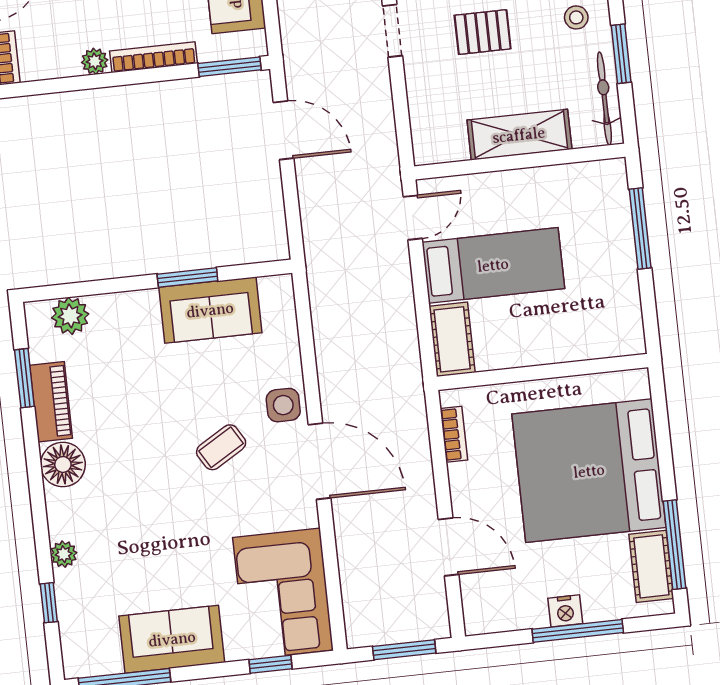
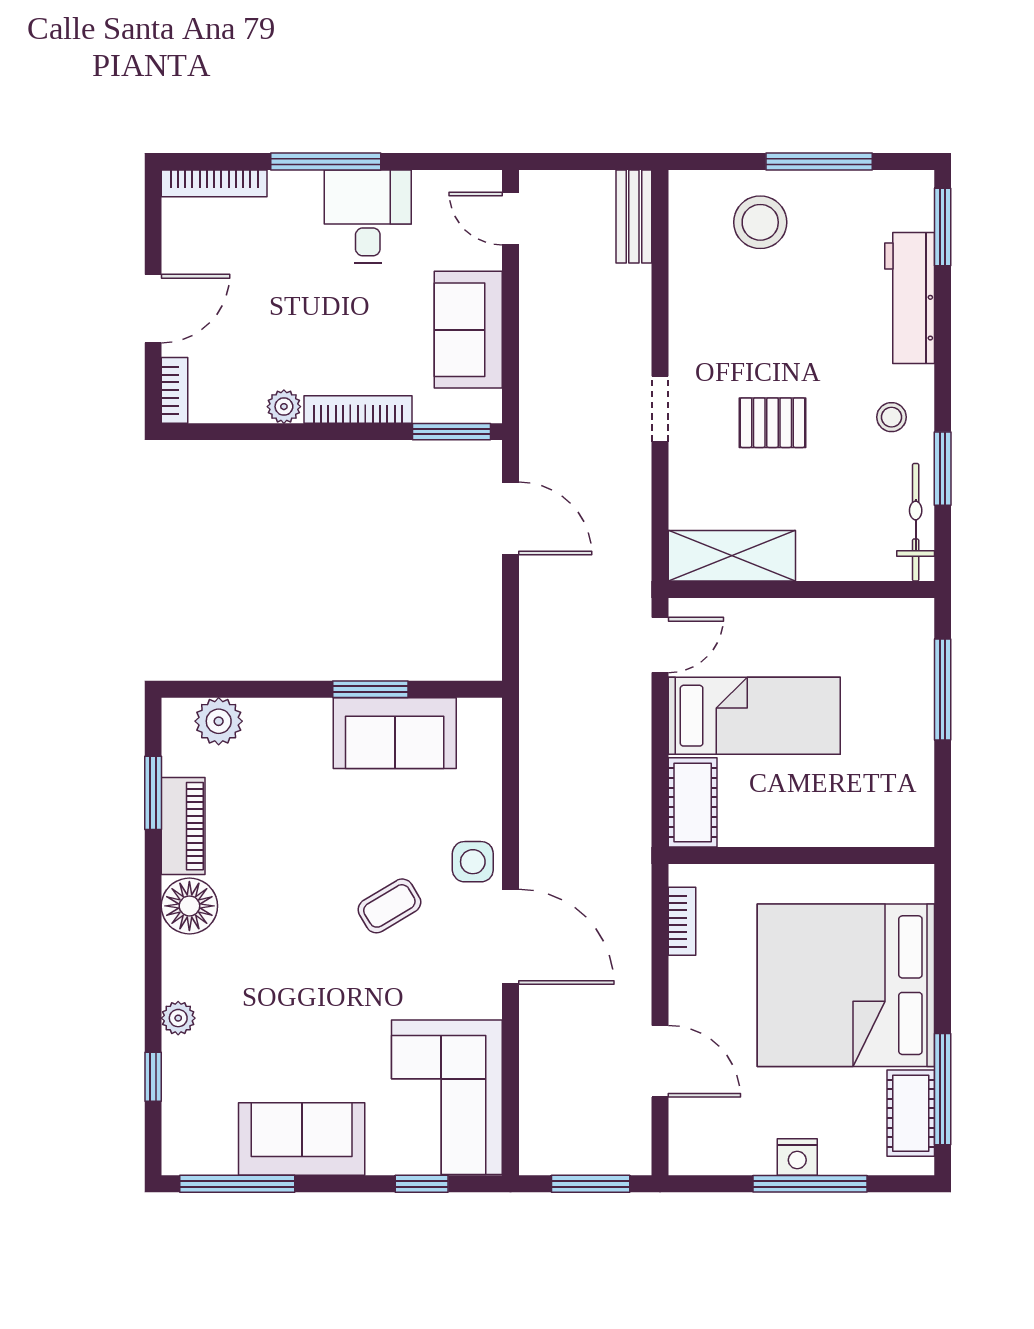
shelving: (519, 135) -> (732, 556), moved

